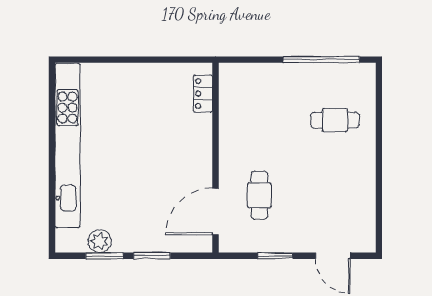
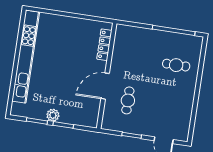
locker: (203, 93) -> (104, 45), width x1.53
door: (215, 212) -> (105, 86), moved
plant: (100, 241) -> (53, 115), moved

